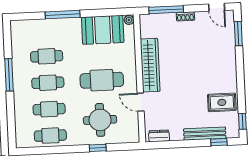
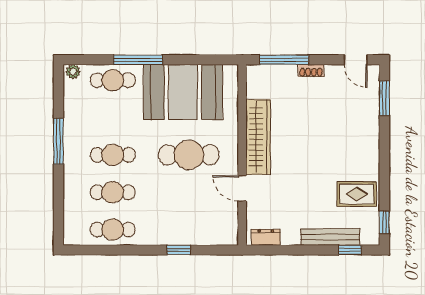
plant: (129, 20) -> (73, 72), moved
booth: (103, 30) -> (183, 92), width x1.36, depth x1.42
cafe table: (47, 56) -> (113, 80), moved
round table: (100, 120) -> (184, 211), removed

